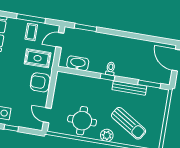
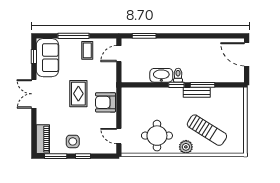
window: (31, 18) -> (74, 36), moved
rug: (38, 58) -> (78, 94), moved, turned 90
washbasin: (78, 63) -> (161, 75), moved
window: (149, 84) -> (202, 85), moved
bench: (129, 88) -> (197, 92), width x0.73

